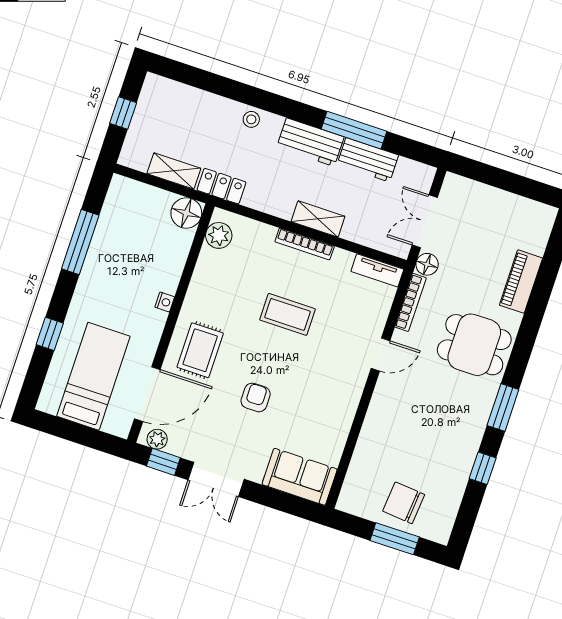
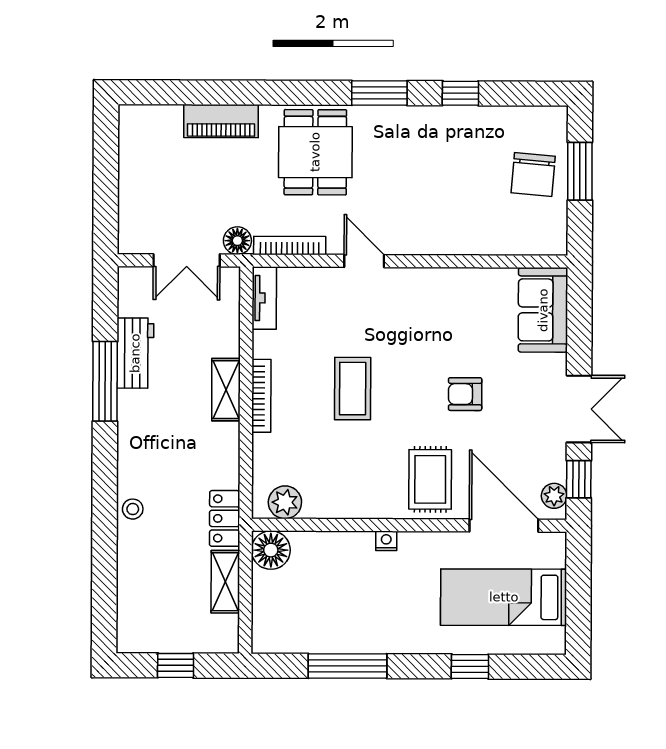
workbench: (310, 142) -> (137, 429), removed
rug: (200, 350) -> (430, 479), turned 90

